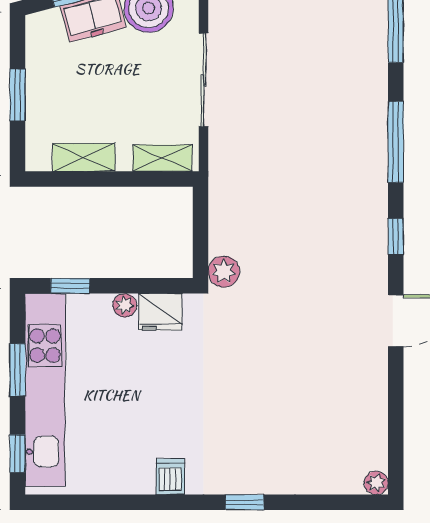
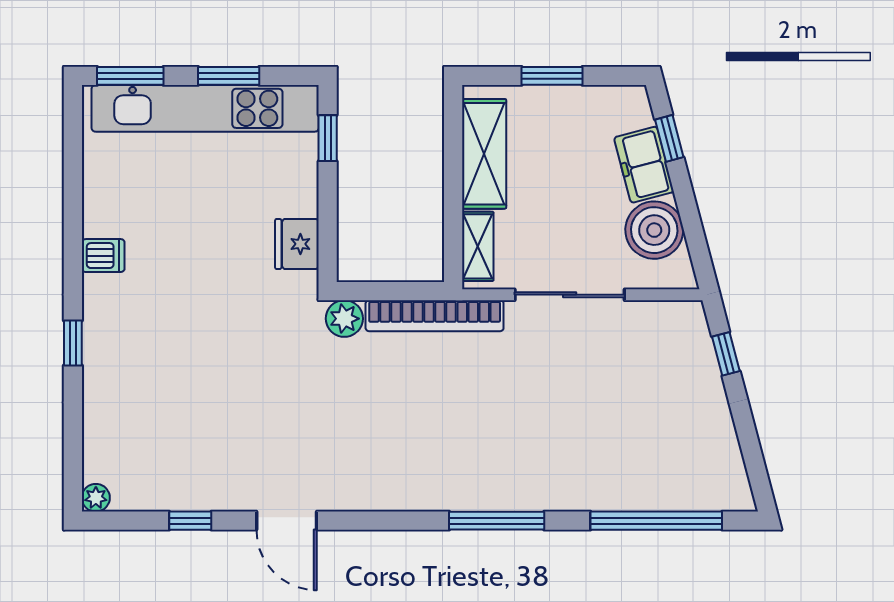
shelving: (84, 157) -> (484, 154), width x1.50, depth x1.33
bookcase: (221, 195) -> (435, 316), added
window: (396, 237) -> (190, 521), moved
plant: (125, 305) -> (305, 202), removed
window: (17, 454) -> (130, 76), width x1.50

